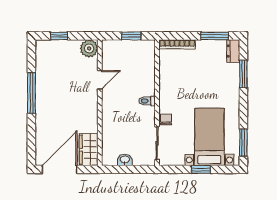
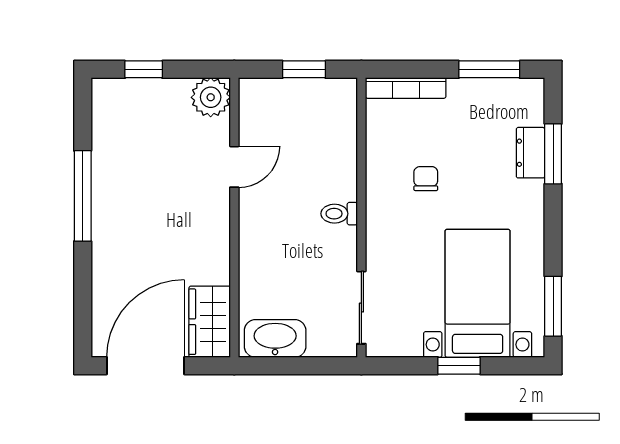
dresser: (233, 51) -> (530, 153), moved
chair: (166, 119) -> (426, 179), moved
washbasin: (125, 160) -> (275, 338), width x1.91, depth x1.45

